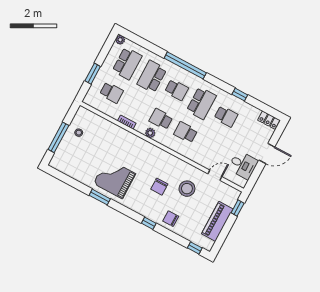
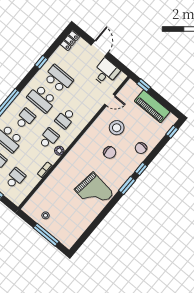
school desk: (201, 103) -> (42, 99), turned 180
school desk: (226, 116) -> (58, 79), width x1.85
school desk: (161, 119) -> (49, 138), turned 180
door: (215, 175) -> (110, 100), swing flipped
grand piano: (115, 179) -> (94, 192), turned -83
window: (100, 197) -> (127, 186), moved

